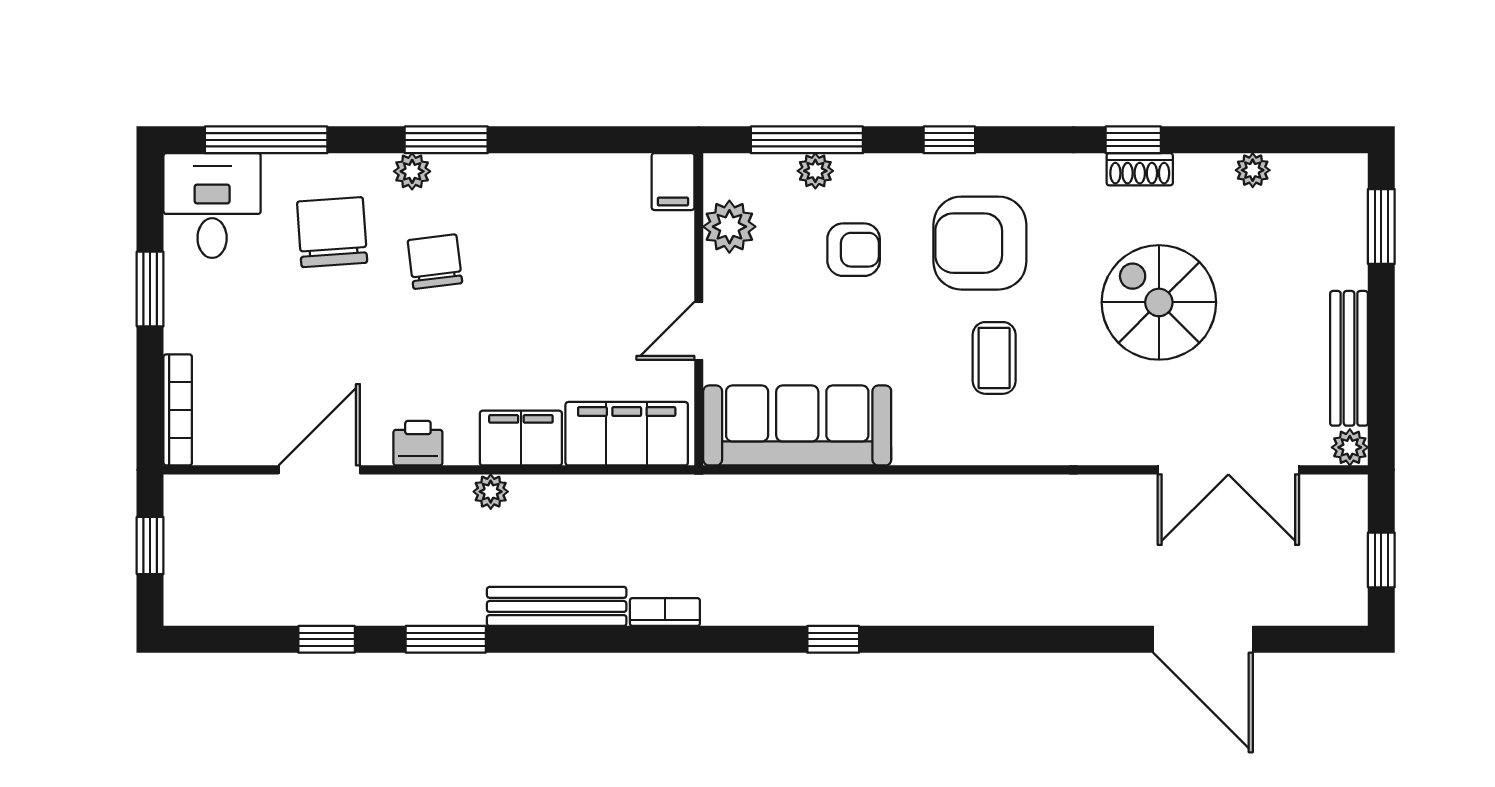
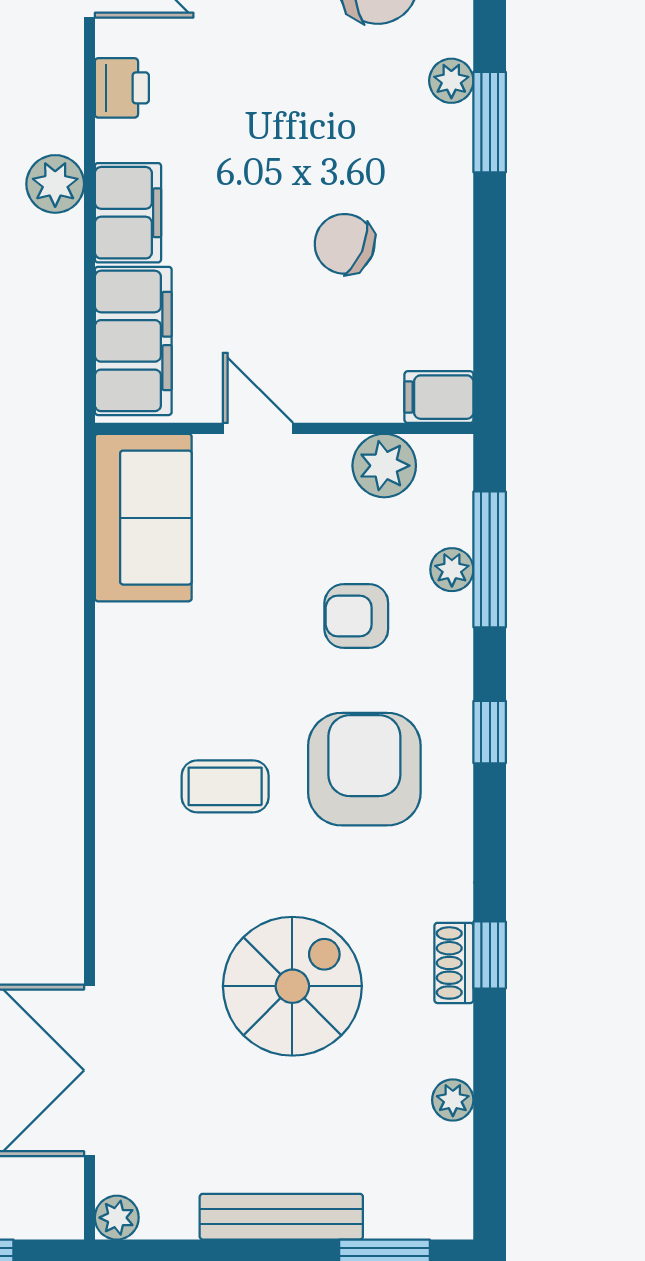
armchair: (854, 250) -> (356, 616), turned 90
chair: (435, 262) -> (345, 244), moved, turned -150
bench: (1349, 358) -> (281, 1217), moved
sofa: (797, 425) -> (143, 518), width x0.73
plant: (491, 492) -> (55, 184), width x1.38, depth x1.38

